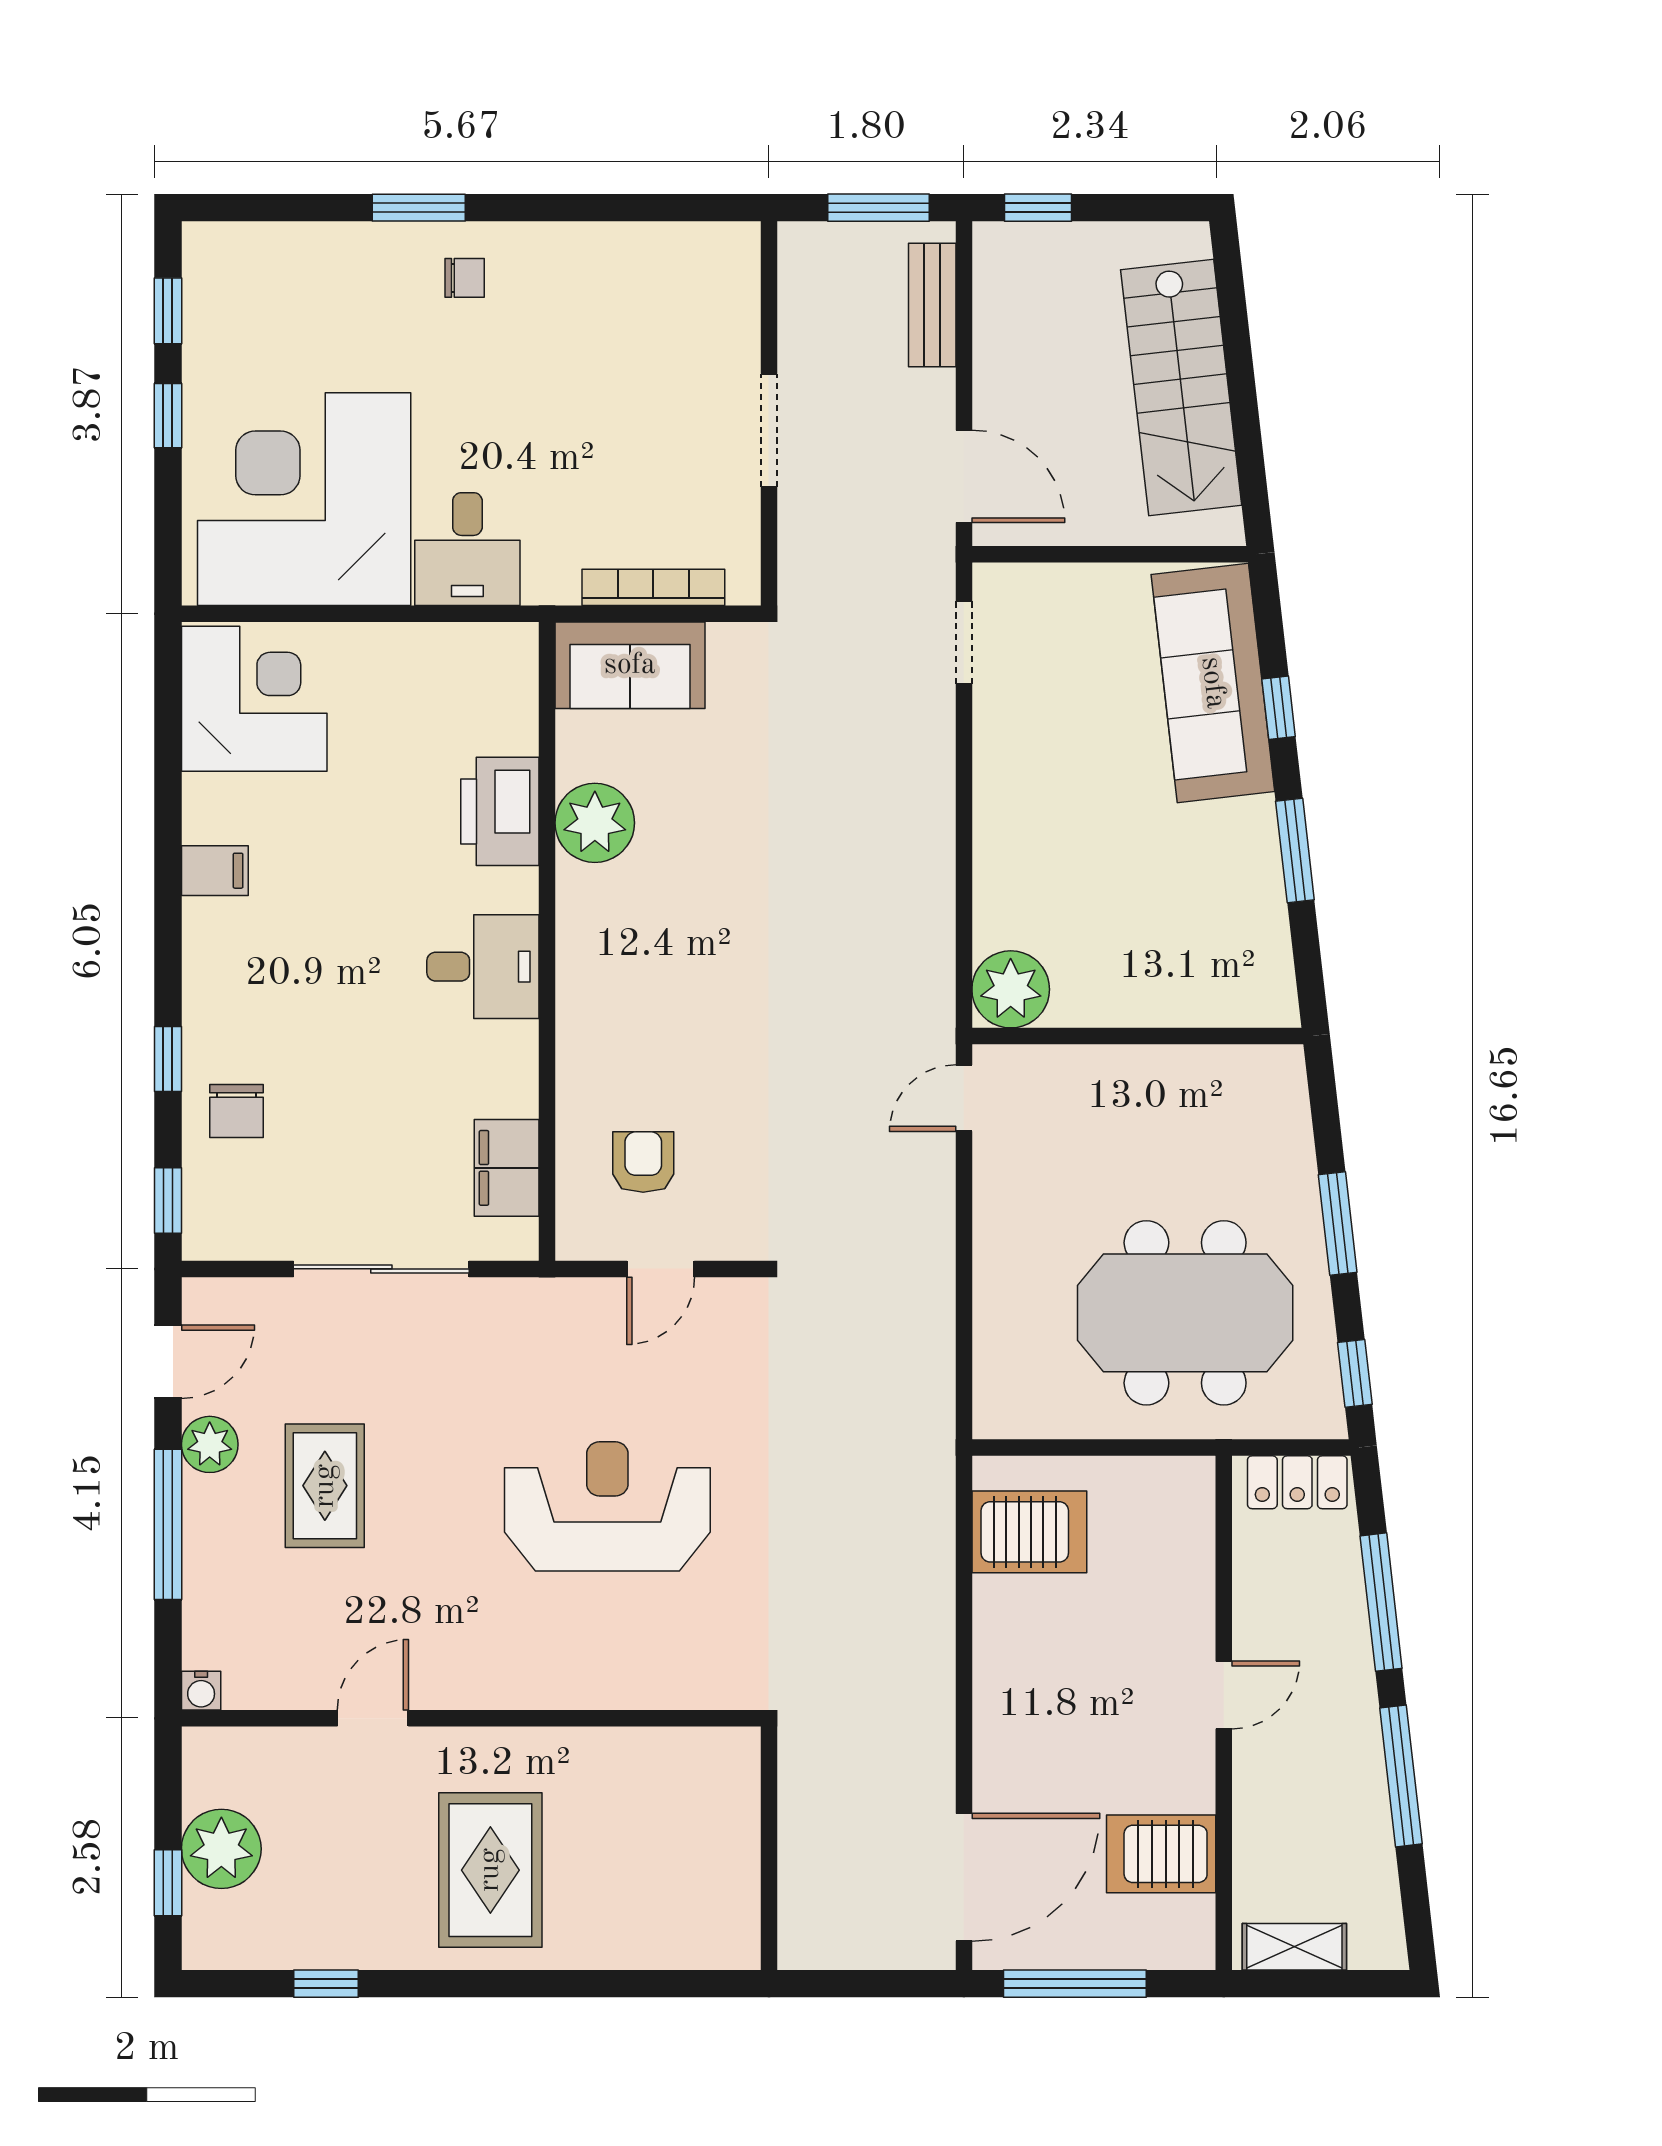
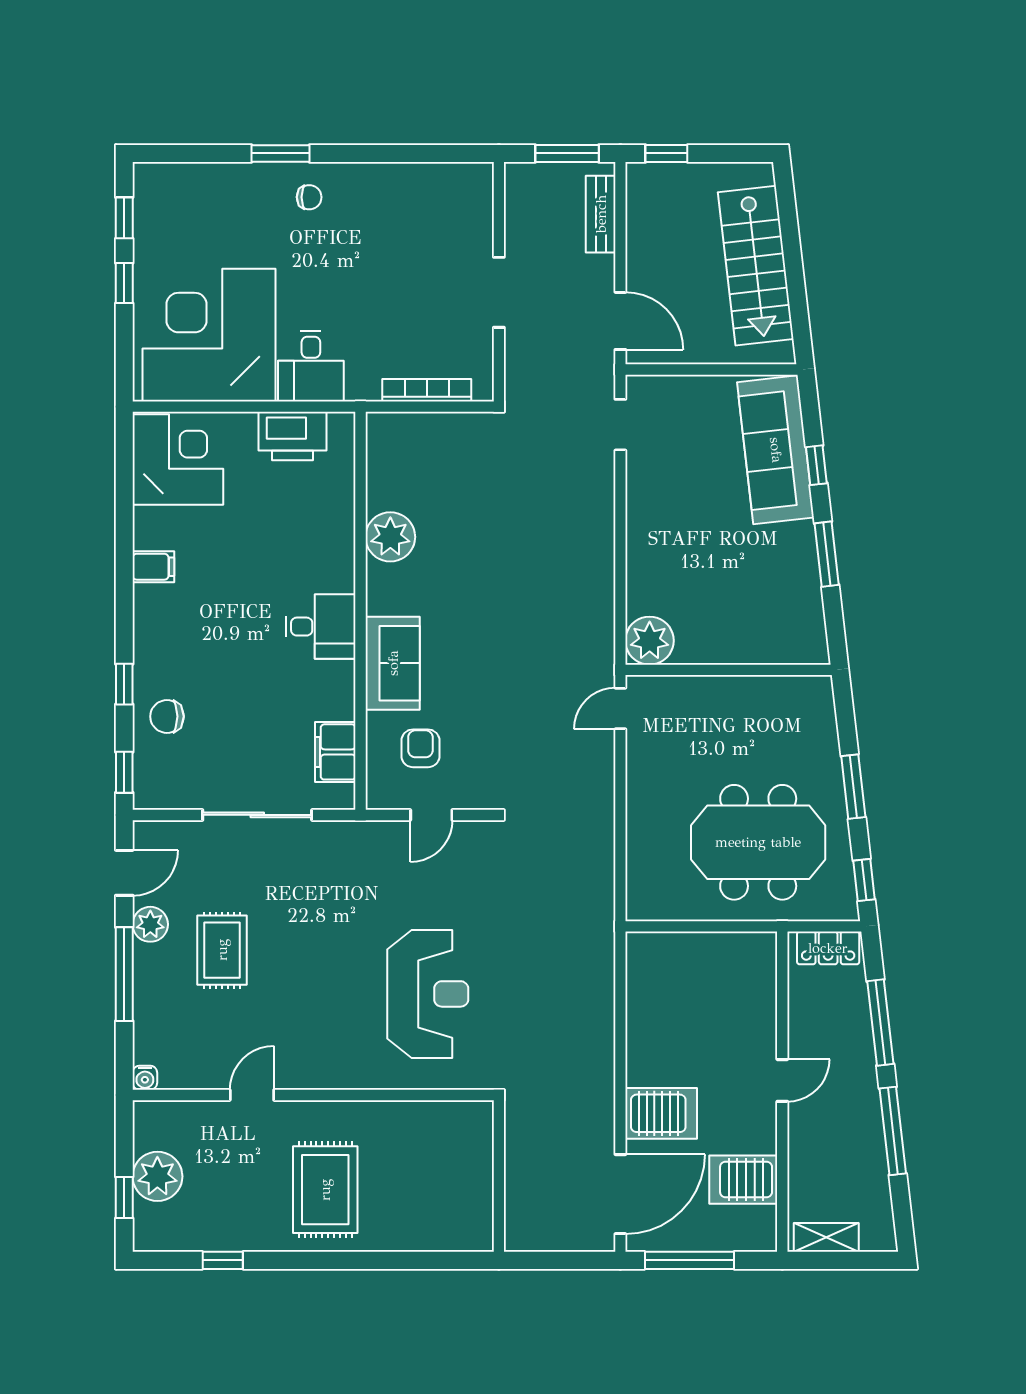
sofa: (630, 665) -> (393, 663), moved, turned -90
printer: (500, 811) -> (292, 436), moved, turned -90
chair: (237, 1111) -> (167, 716), turned 90
reception desk: (607, 1506) -> (428, 994), moved, turned 90
server rack: (1029, 1532) -> (661, 1113), moved

